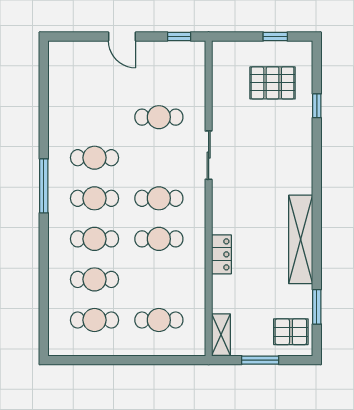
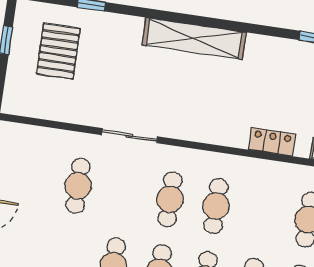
shelving: (301, 239) -> (194, 39), moved
locker: (221, 254) -> (272, 142), moved

